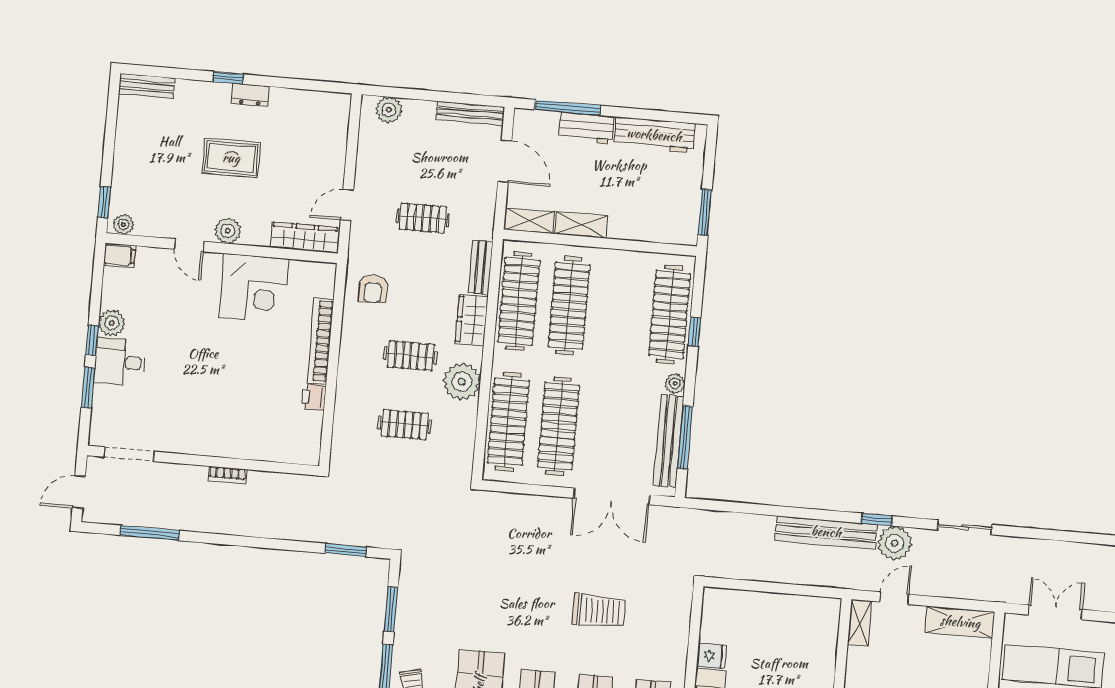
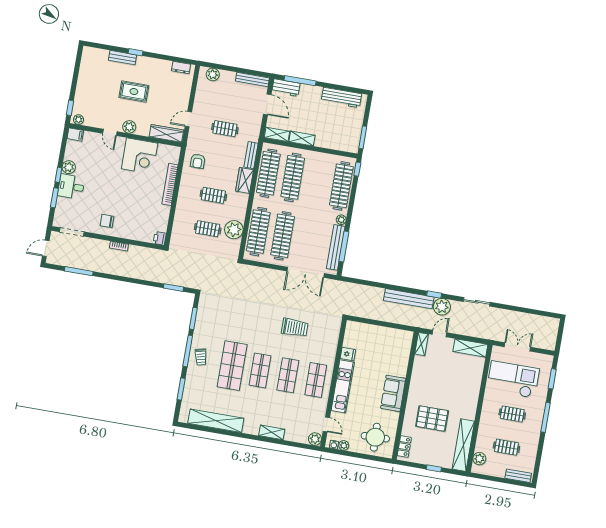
bench: (147, 86) -> (122, 58), moved
dresser: (250, 95) -> (181, 68), moved
workbench: (586, 128) -> (286, 88), moved
window: (694, 332) -> (357, 169), moved
plant: (462, 382) -> (234, 230), moved
printer: (314, 397) -> (160, 238), moved
chair: (199, 426) -> (107, 221), added

